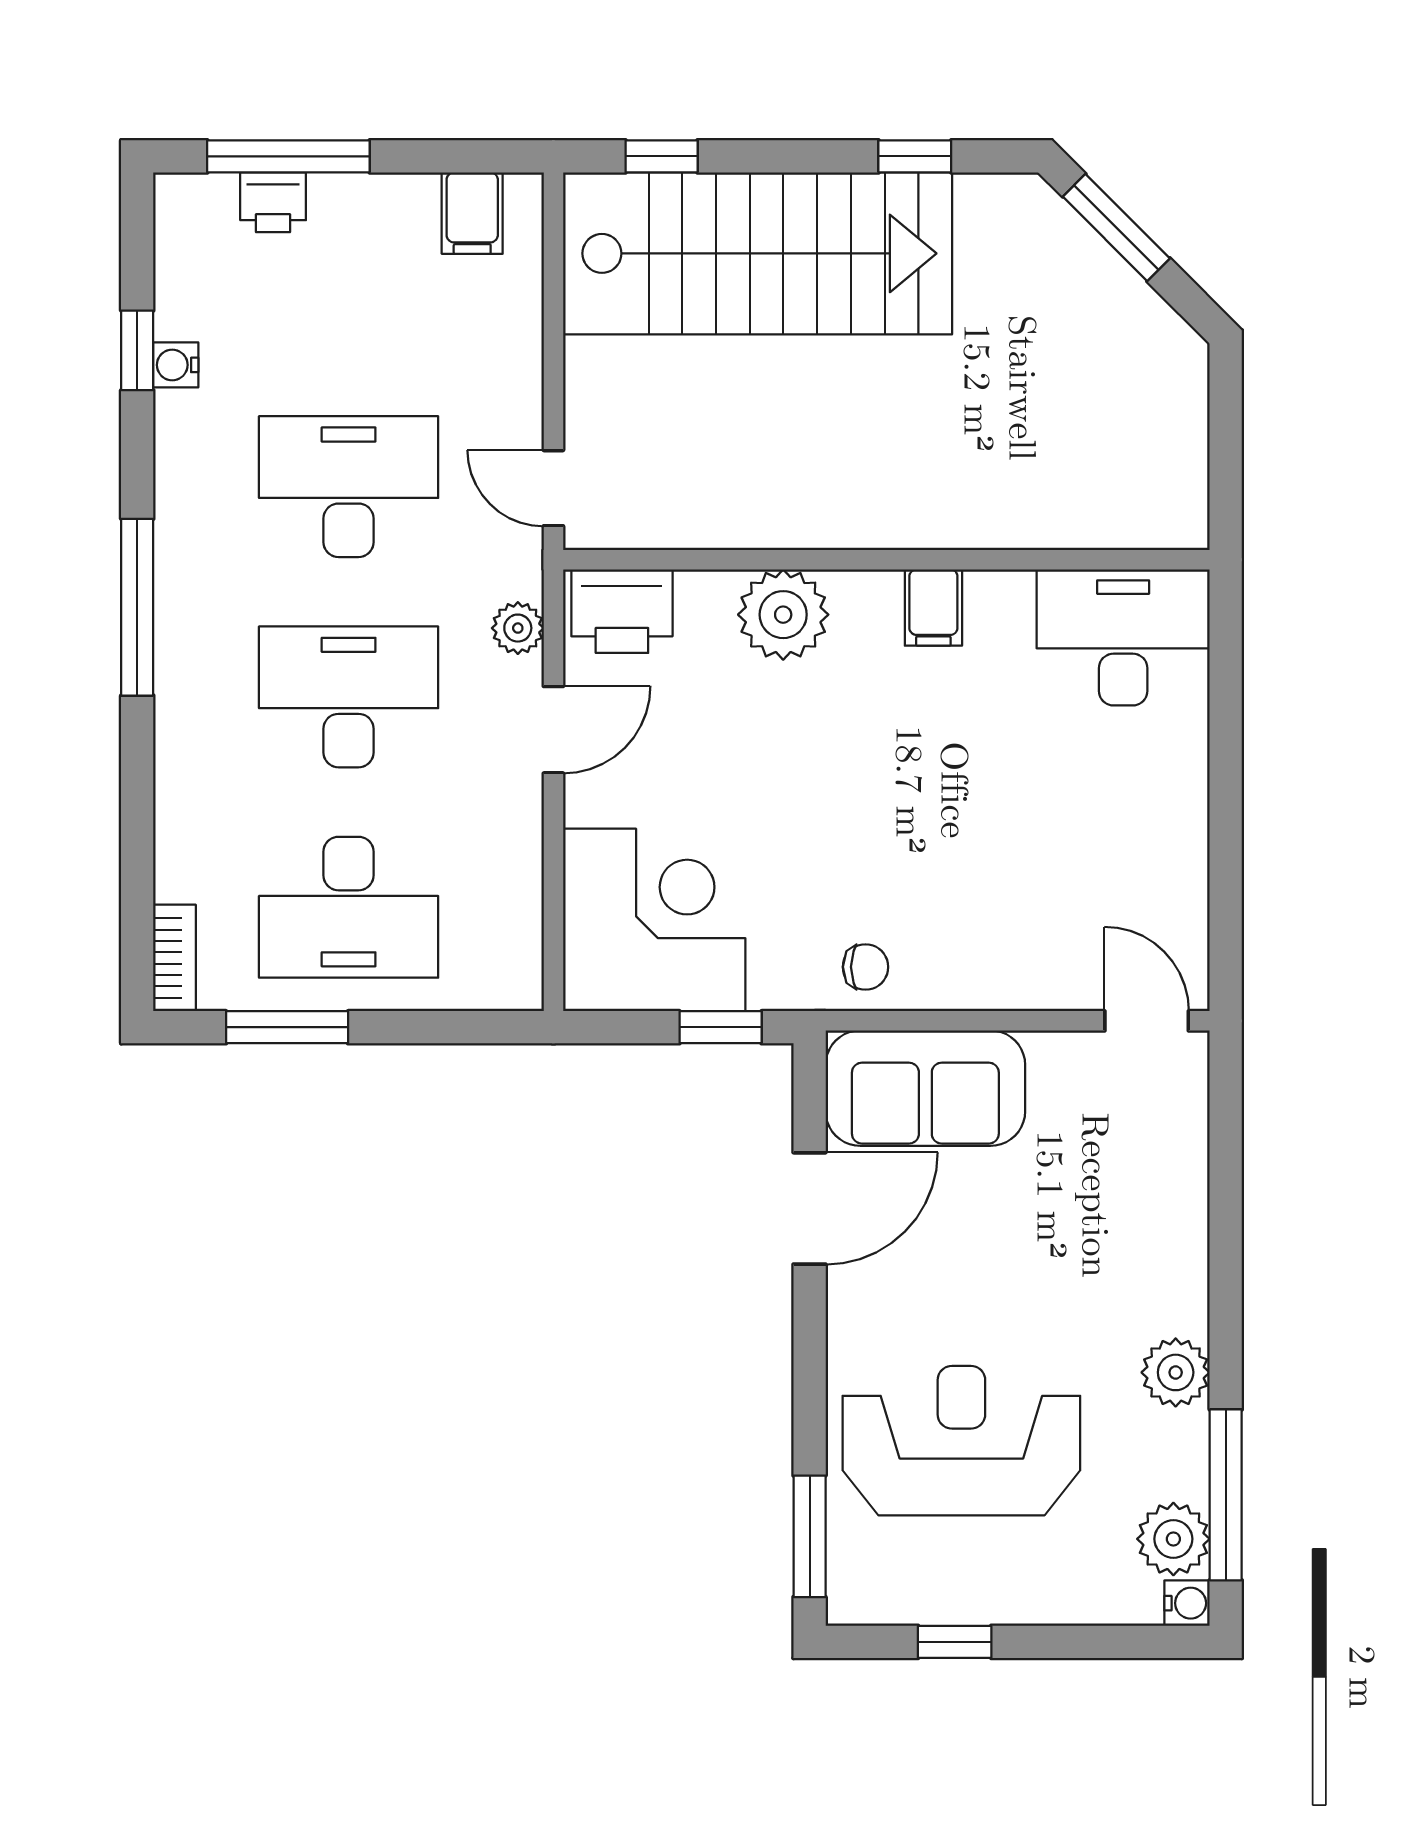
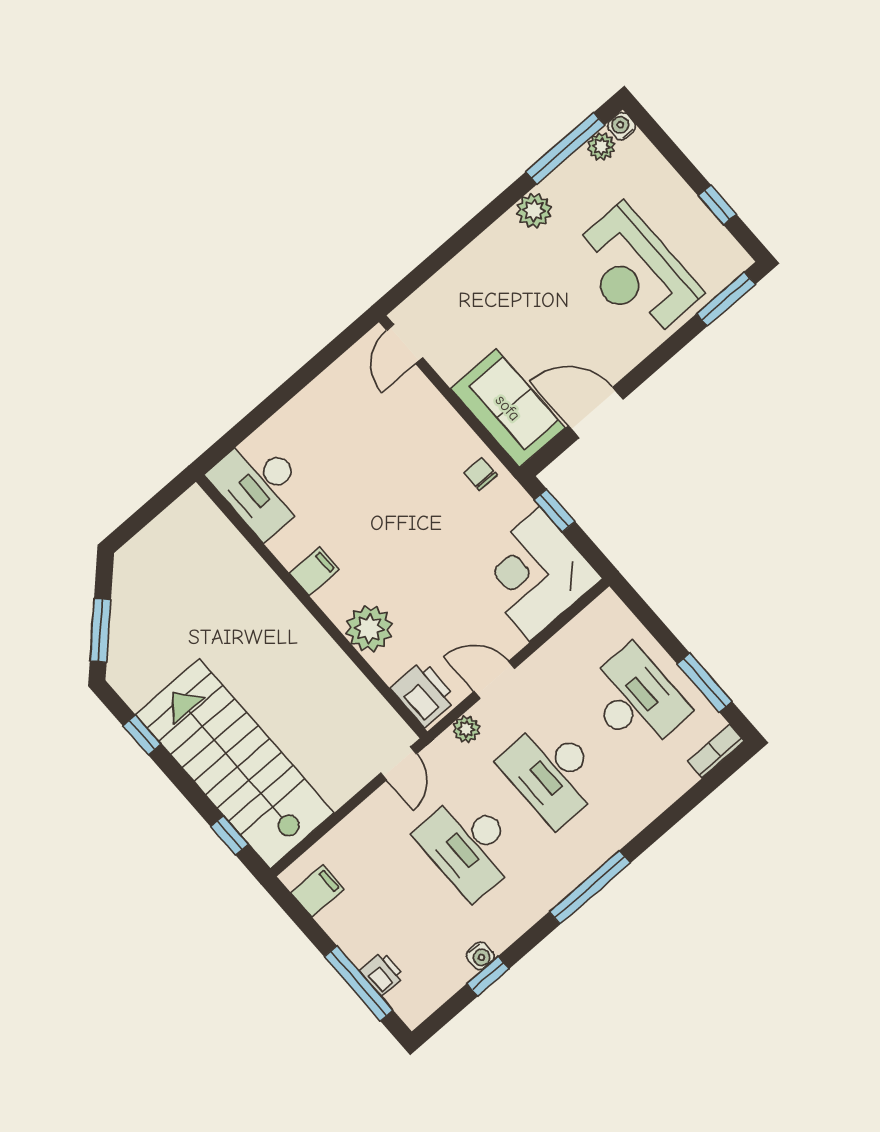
plant: (1173, 1539) -> (601, 146), width x0.73, depth x0.73

